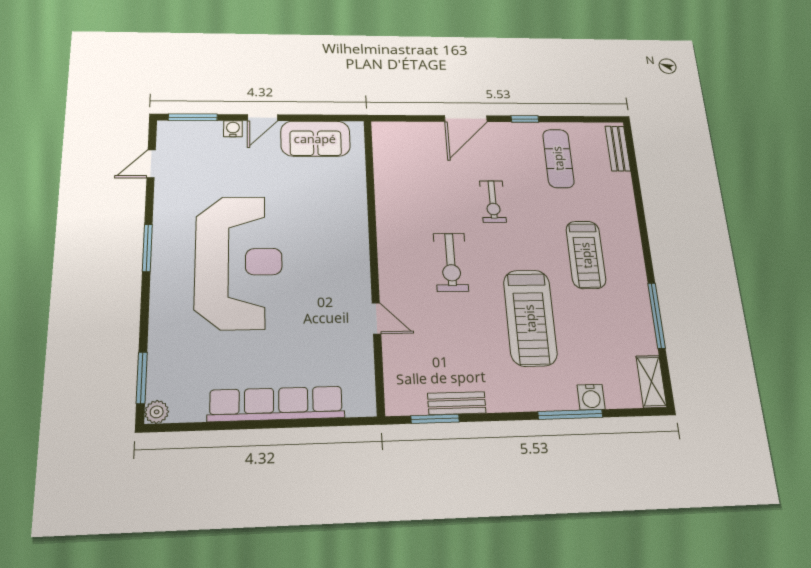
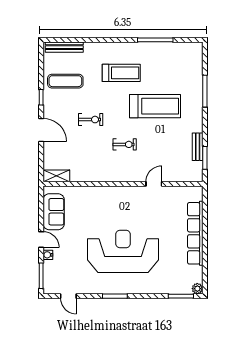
bench: (618, 149) -> (64, 47), width x1.36
exercise bike: (451, 262) -> (125, 144), width x0.73, depth x0.72
shelving: (651, 382) -> (56, 176), moved
water cooler: (591, 397) -> (197, 80), removed

